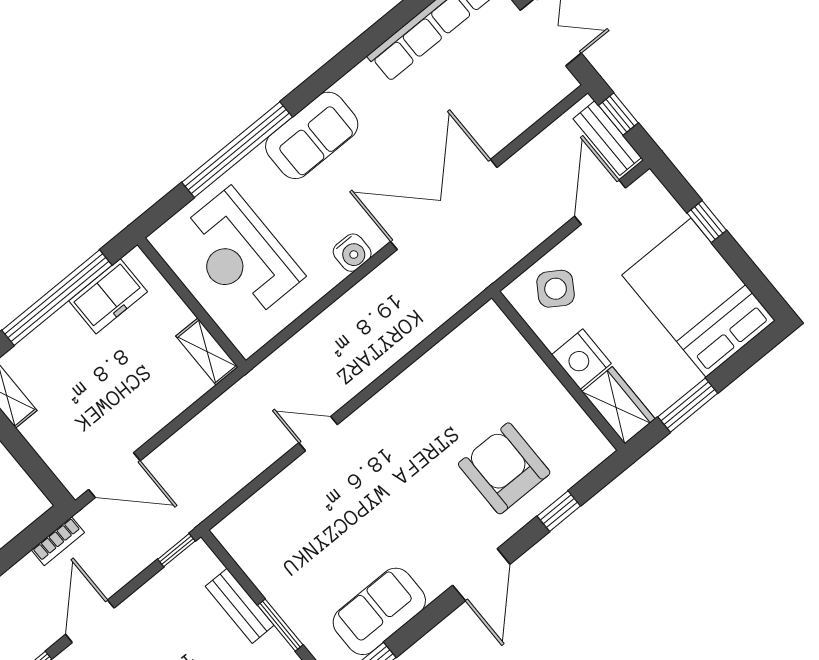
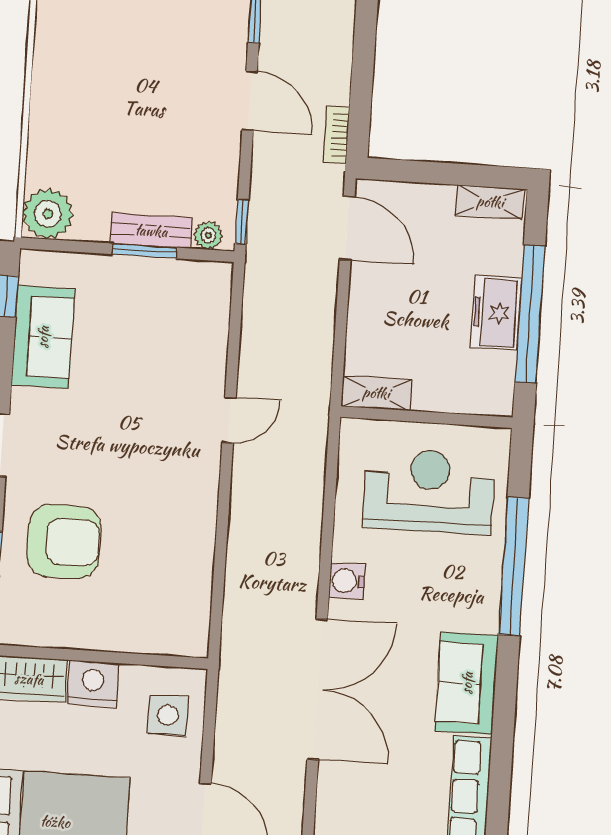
sofa: (312, 135) -> (467, 683), moved
side table: (556, 289) -> (168, 715), turned -33
freezer: (108, 296) -> (496, 313), moved
door: (114, 475) -> (347, 228), swing flipped
plant: (207, 564) -> (208, 235), added
window: (280, 625) -> (145, 251), moved

